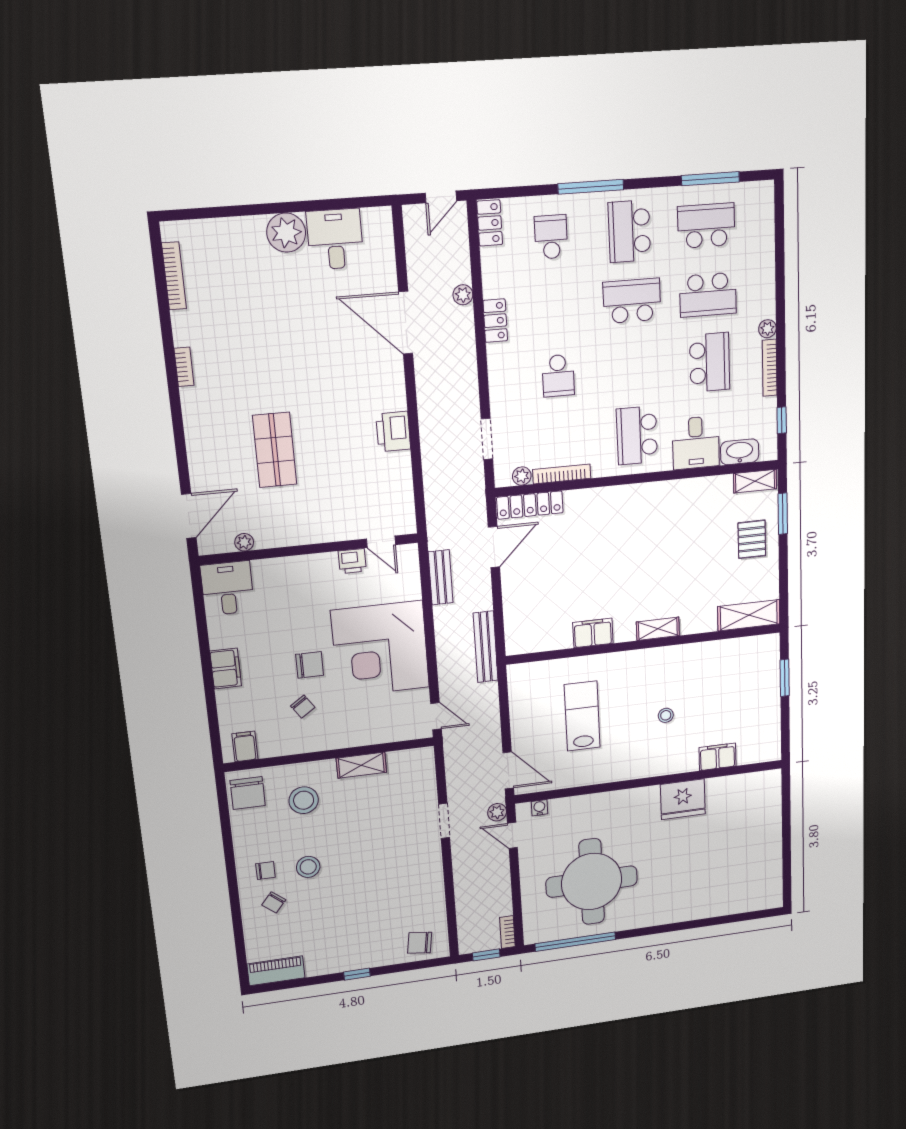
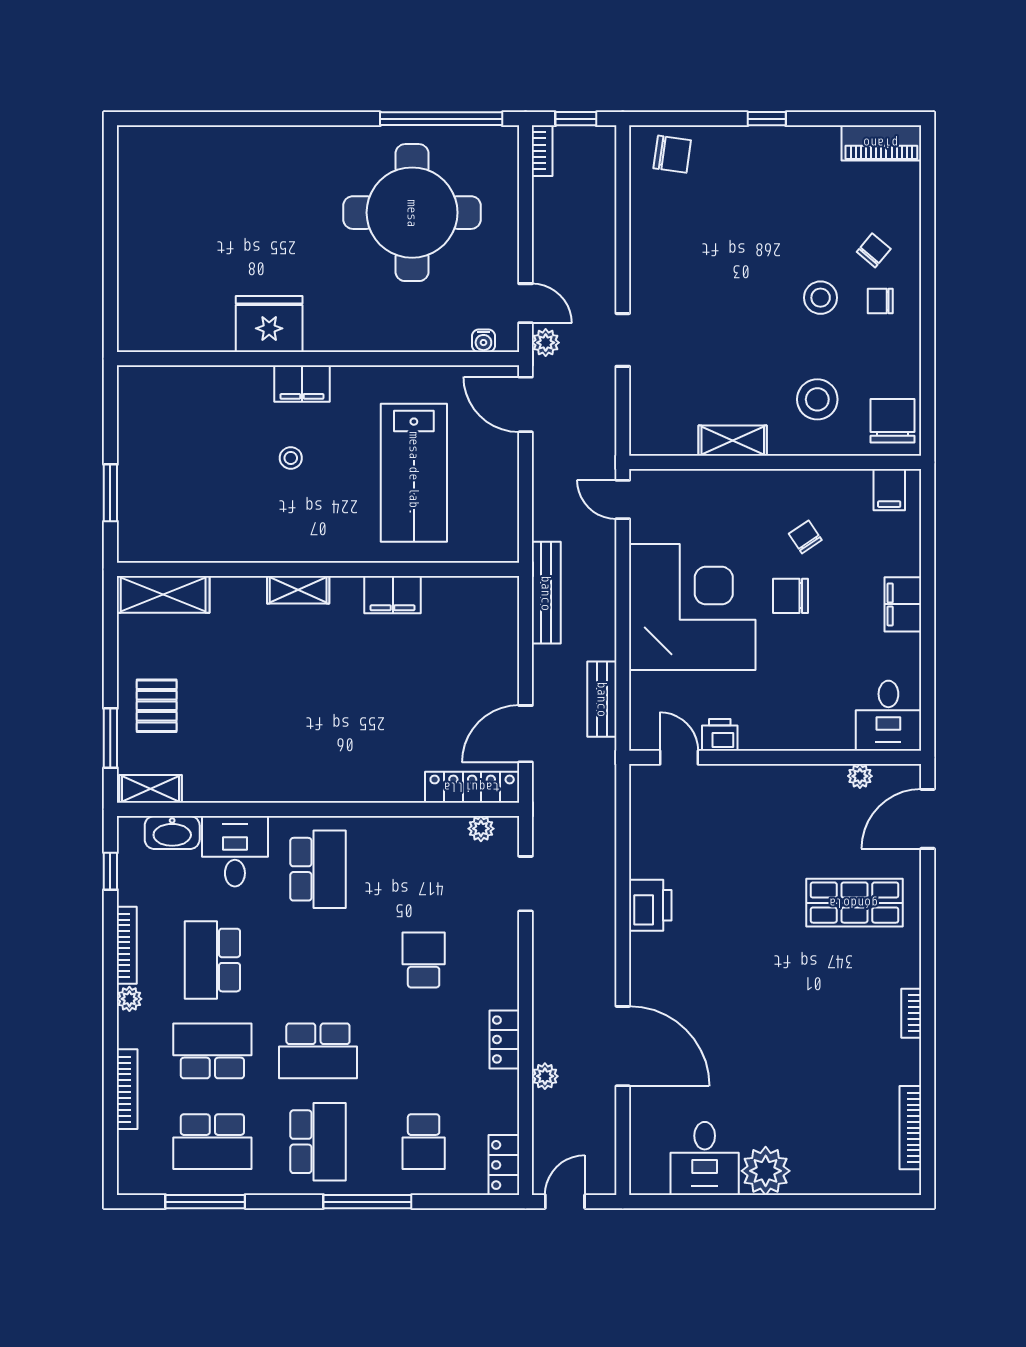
shop shelf: (275, 450) -> (854, 903), moved, turned 90
bookcase: (562, 474) -> (127, 1089), moved, turned -90
lab bench: (582, 716) -> (414, 473), width x1.36, depth x1.39
filing cabinet: (717, 757) -> (302, 383), moved

